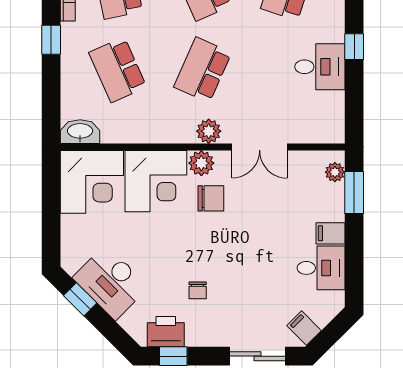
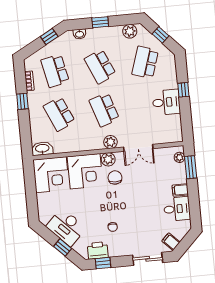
school desk: (203, 70) -> (104, 110), turned -42
chair: (211, 198) -> (115, 177), turned -90
window: (80, 299) -> (63, 247), moved

